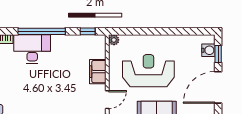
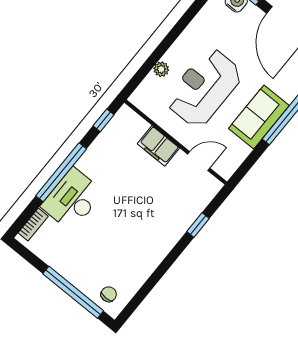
plant: (114, 40) -> (161, 69), moved
door: (107, 100) -> (199, 161), hinge flipped

